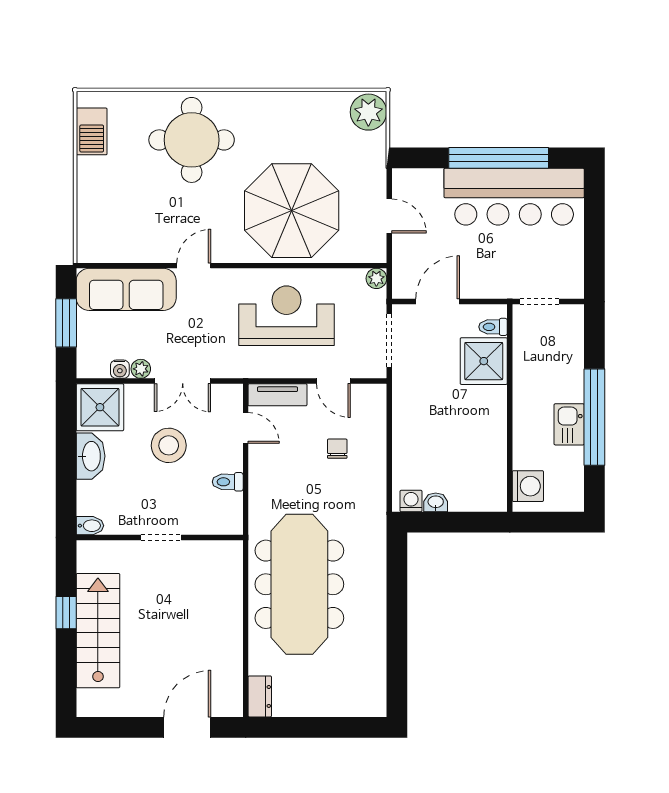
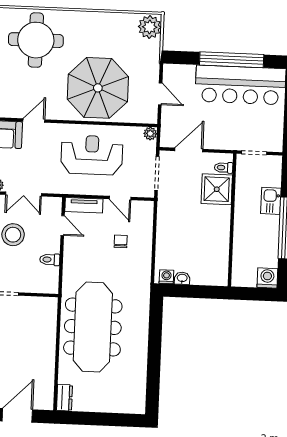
kitchen sink: (569, 424) -> (271, 201), moved
washing machine: (528, 486) -> (267, 278), moved, turned -90

